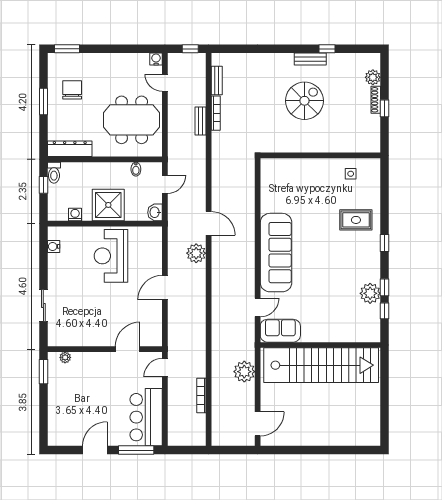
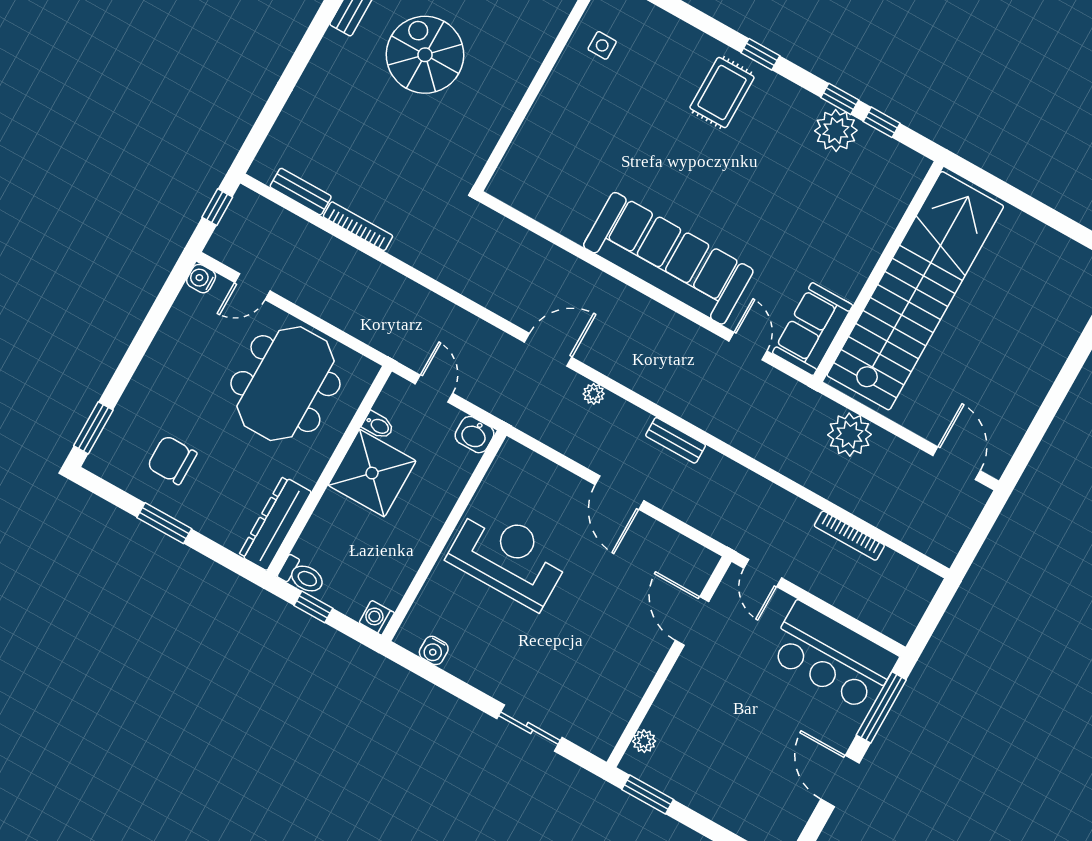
bench: (200, 121) -> (676, 440), moved
shower: (108, 205) -> (372, 473), moved
washing machine: (75, 214) -> (377, 618), moved
rug: (356, 220) -> (722, 92), moved
plant: (196, 253) -> (594, 394), width x0.53, depth x0.53
reception desk: (111, 256) -> (508, 557), turned 180

